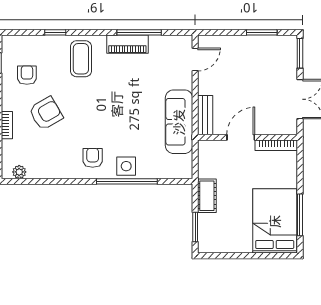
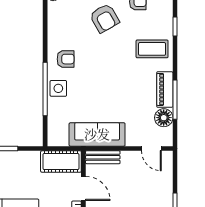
floor lamp: (160, 45) -> (164, 118), added
cot: (207, 196) -> (61, 161), moved, width x1.37, depth x1.34

